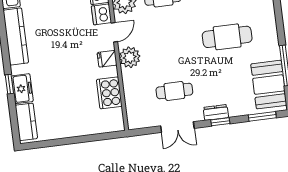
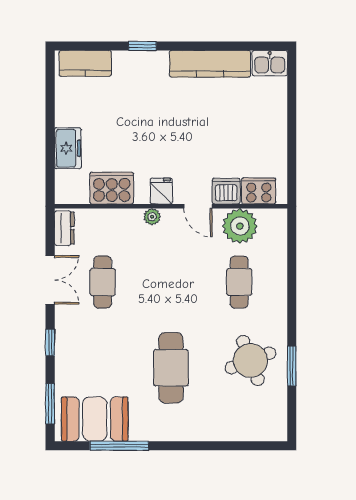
plant: (130, 57) -> (152, 217), width x0.53, depth x0.53
freezer: (22, 89) -> (68, 148), moved, turned -90
dresser: (216, 112) -> (64, 228), moved
double door: (177, 127) -> (50, 280), swing flipped

